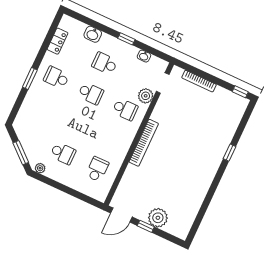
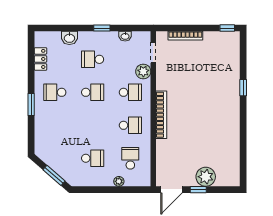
school desk: (111, 139) -> (130, 125), added
plant: (40, 168) -> (119, 181), moved

